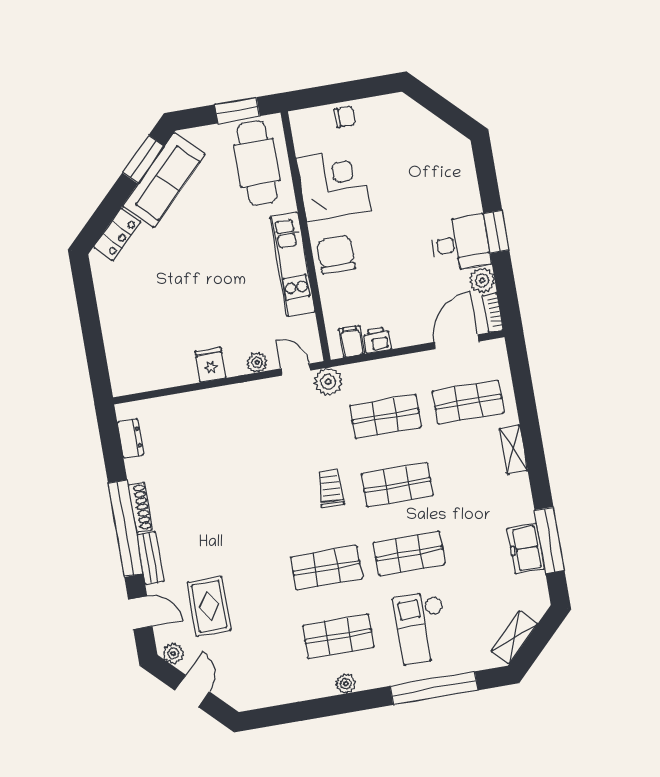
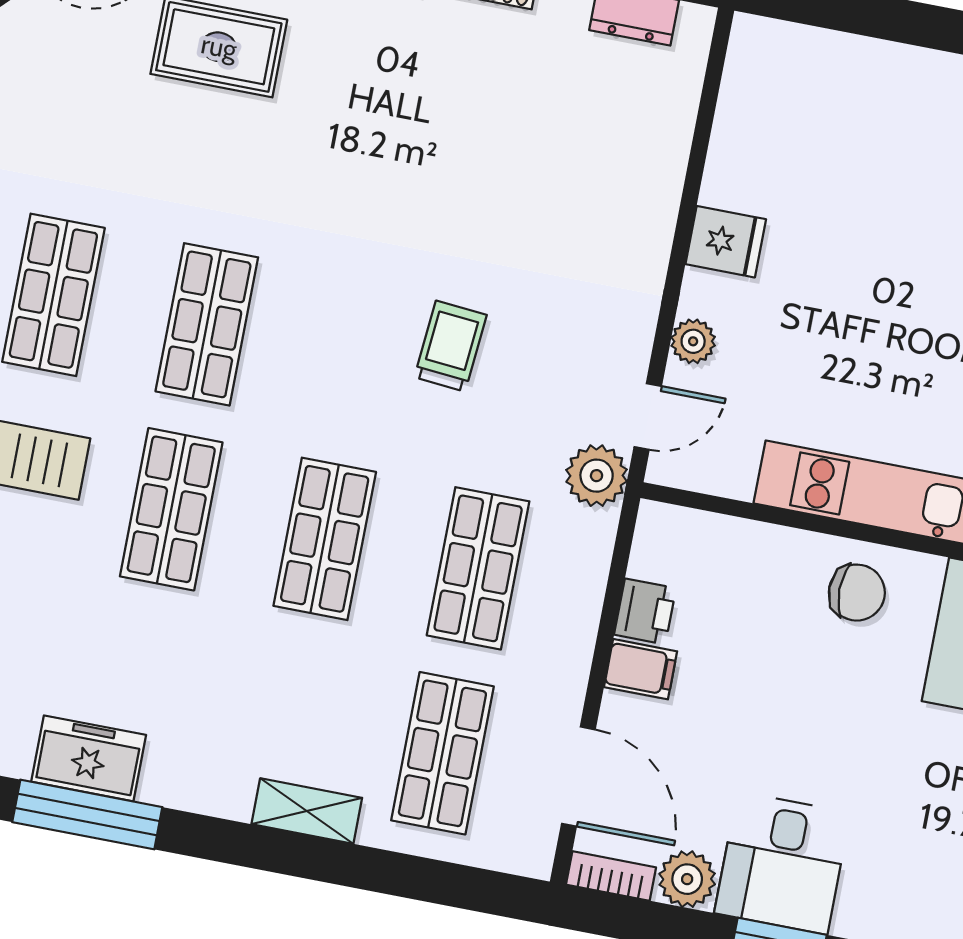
chair: (336, 255) -> (857, 593), width x0.73, depth x0.73
filing cabinet: (351, 341) -> (641, 669), moved
trolley: (331, 488) -> (450, 346), moved, turned -87

